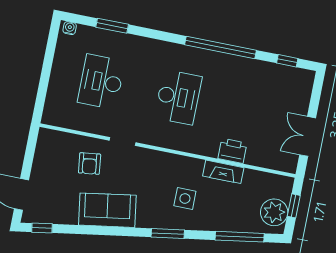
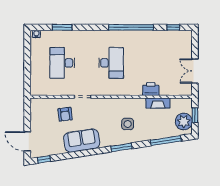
fireplace: (223, 172) -> (158, 103), moved

